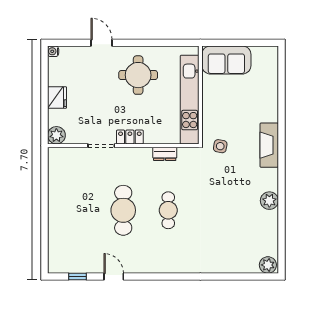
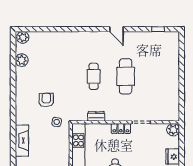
fireplace: (269, 145) -> (22, 141), moved
armchair: (235, 177) -> (46, 100), added
plant: (269, 201) -> (22, 60), moved
door: (114, 277) -> (117, 29), moved

